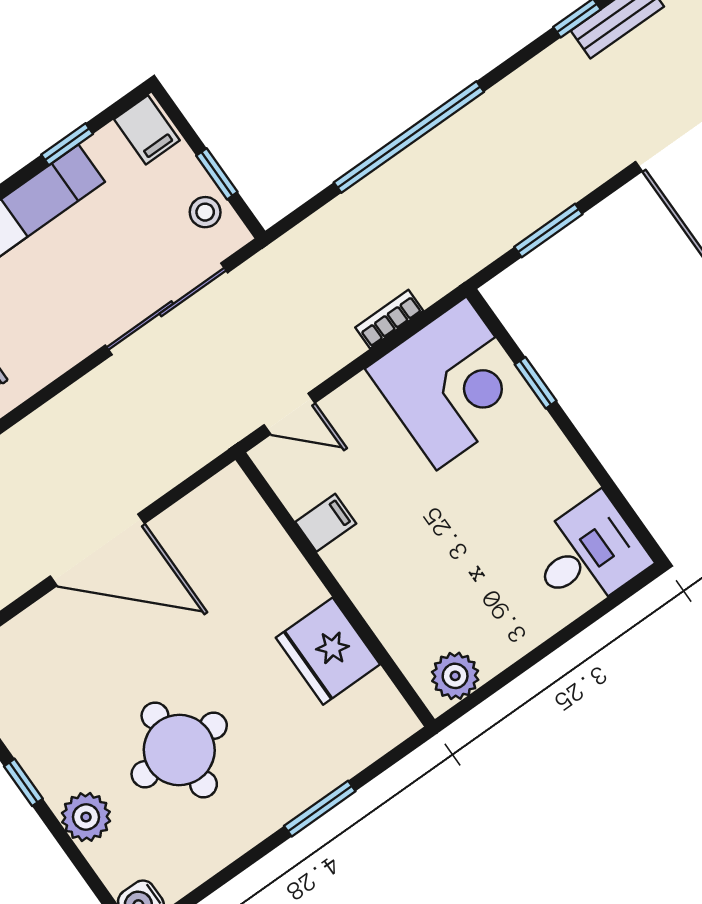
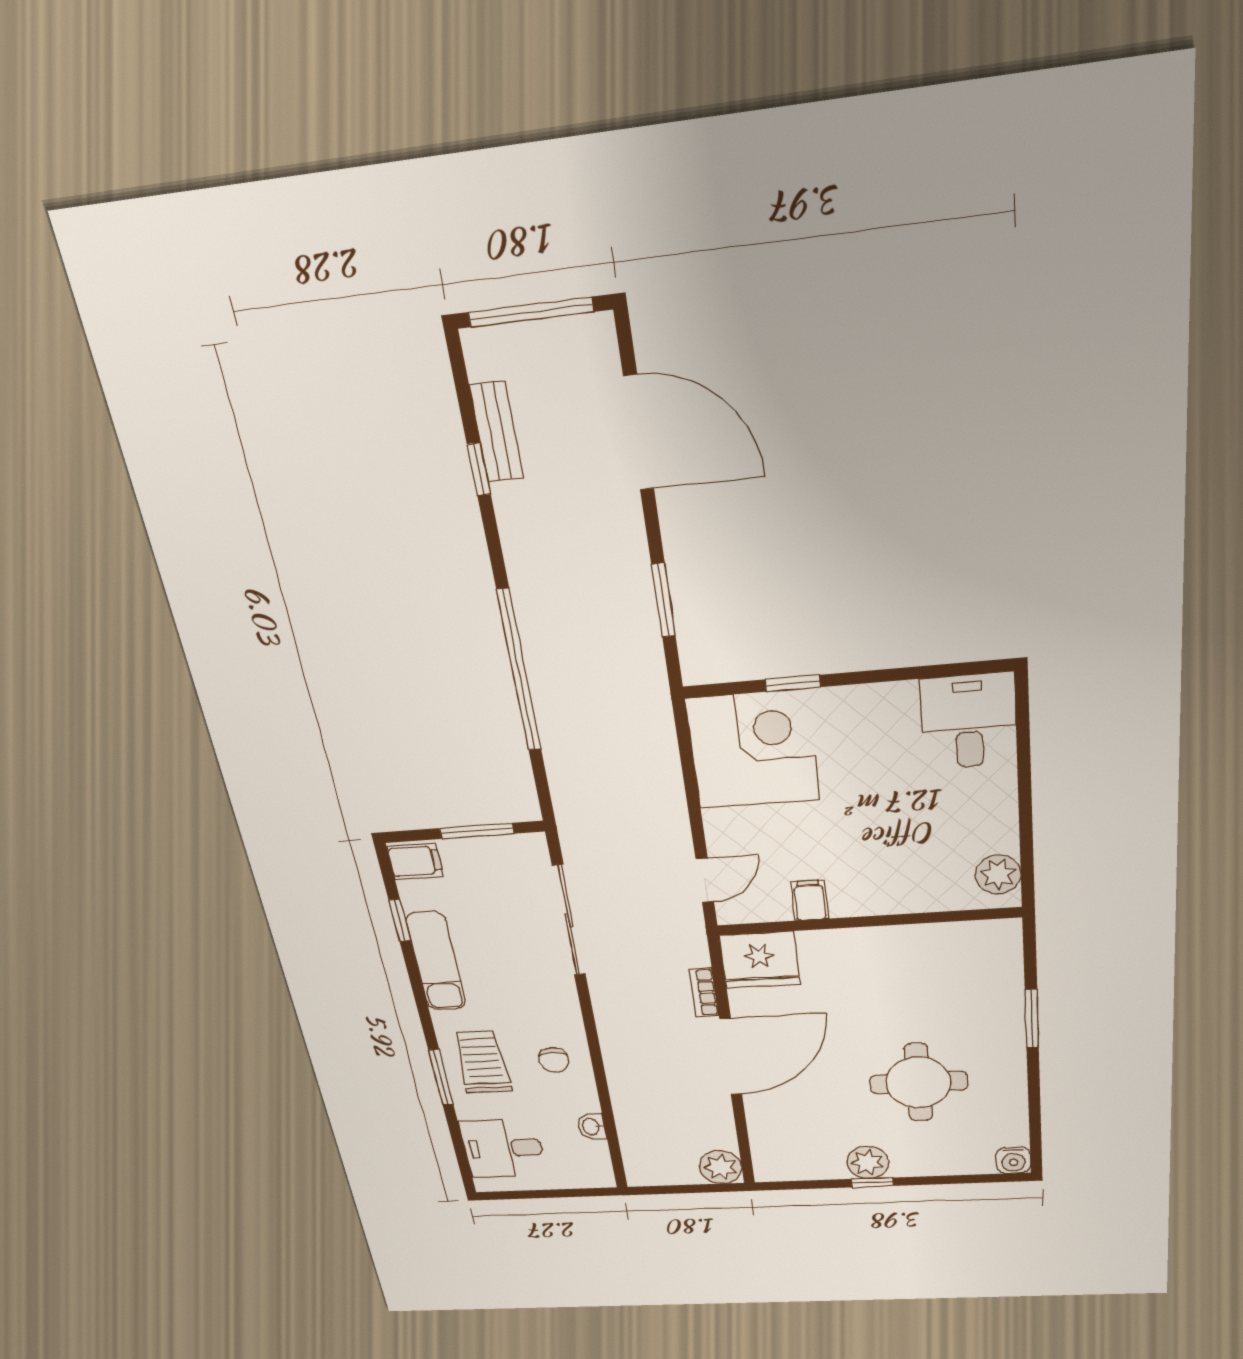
window: (217, 174) -> (477, 831), width x1.50
stool: (205, 212) -> (504, 855), removed
bookcase: (389, 319) -> (704, 993), moved
fridge: (328, 651) -> (760, 960), moved
plant: (86, 817) -> (868, 1162), moved

